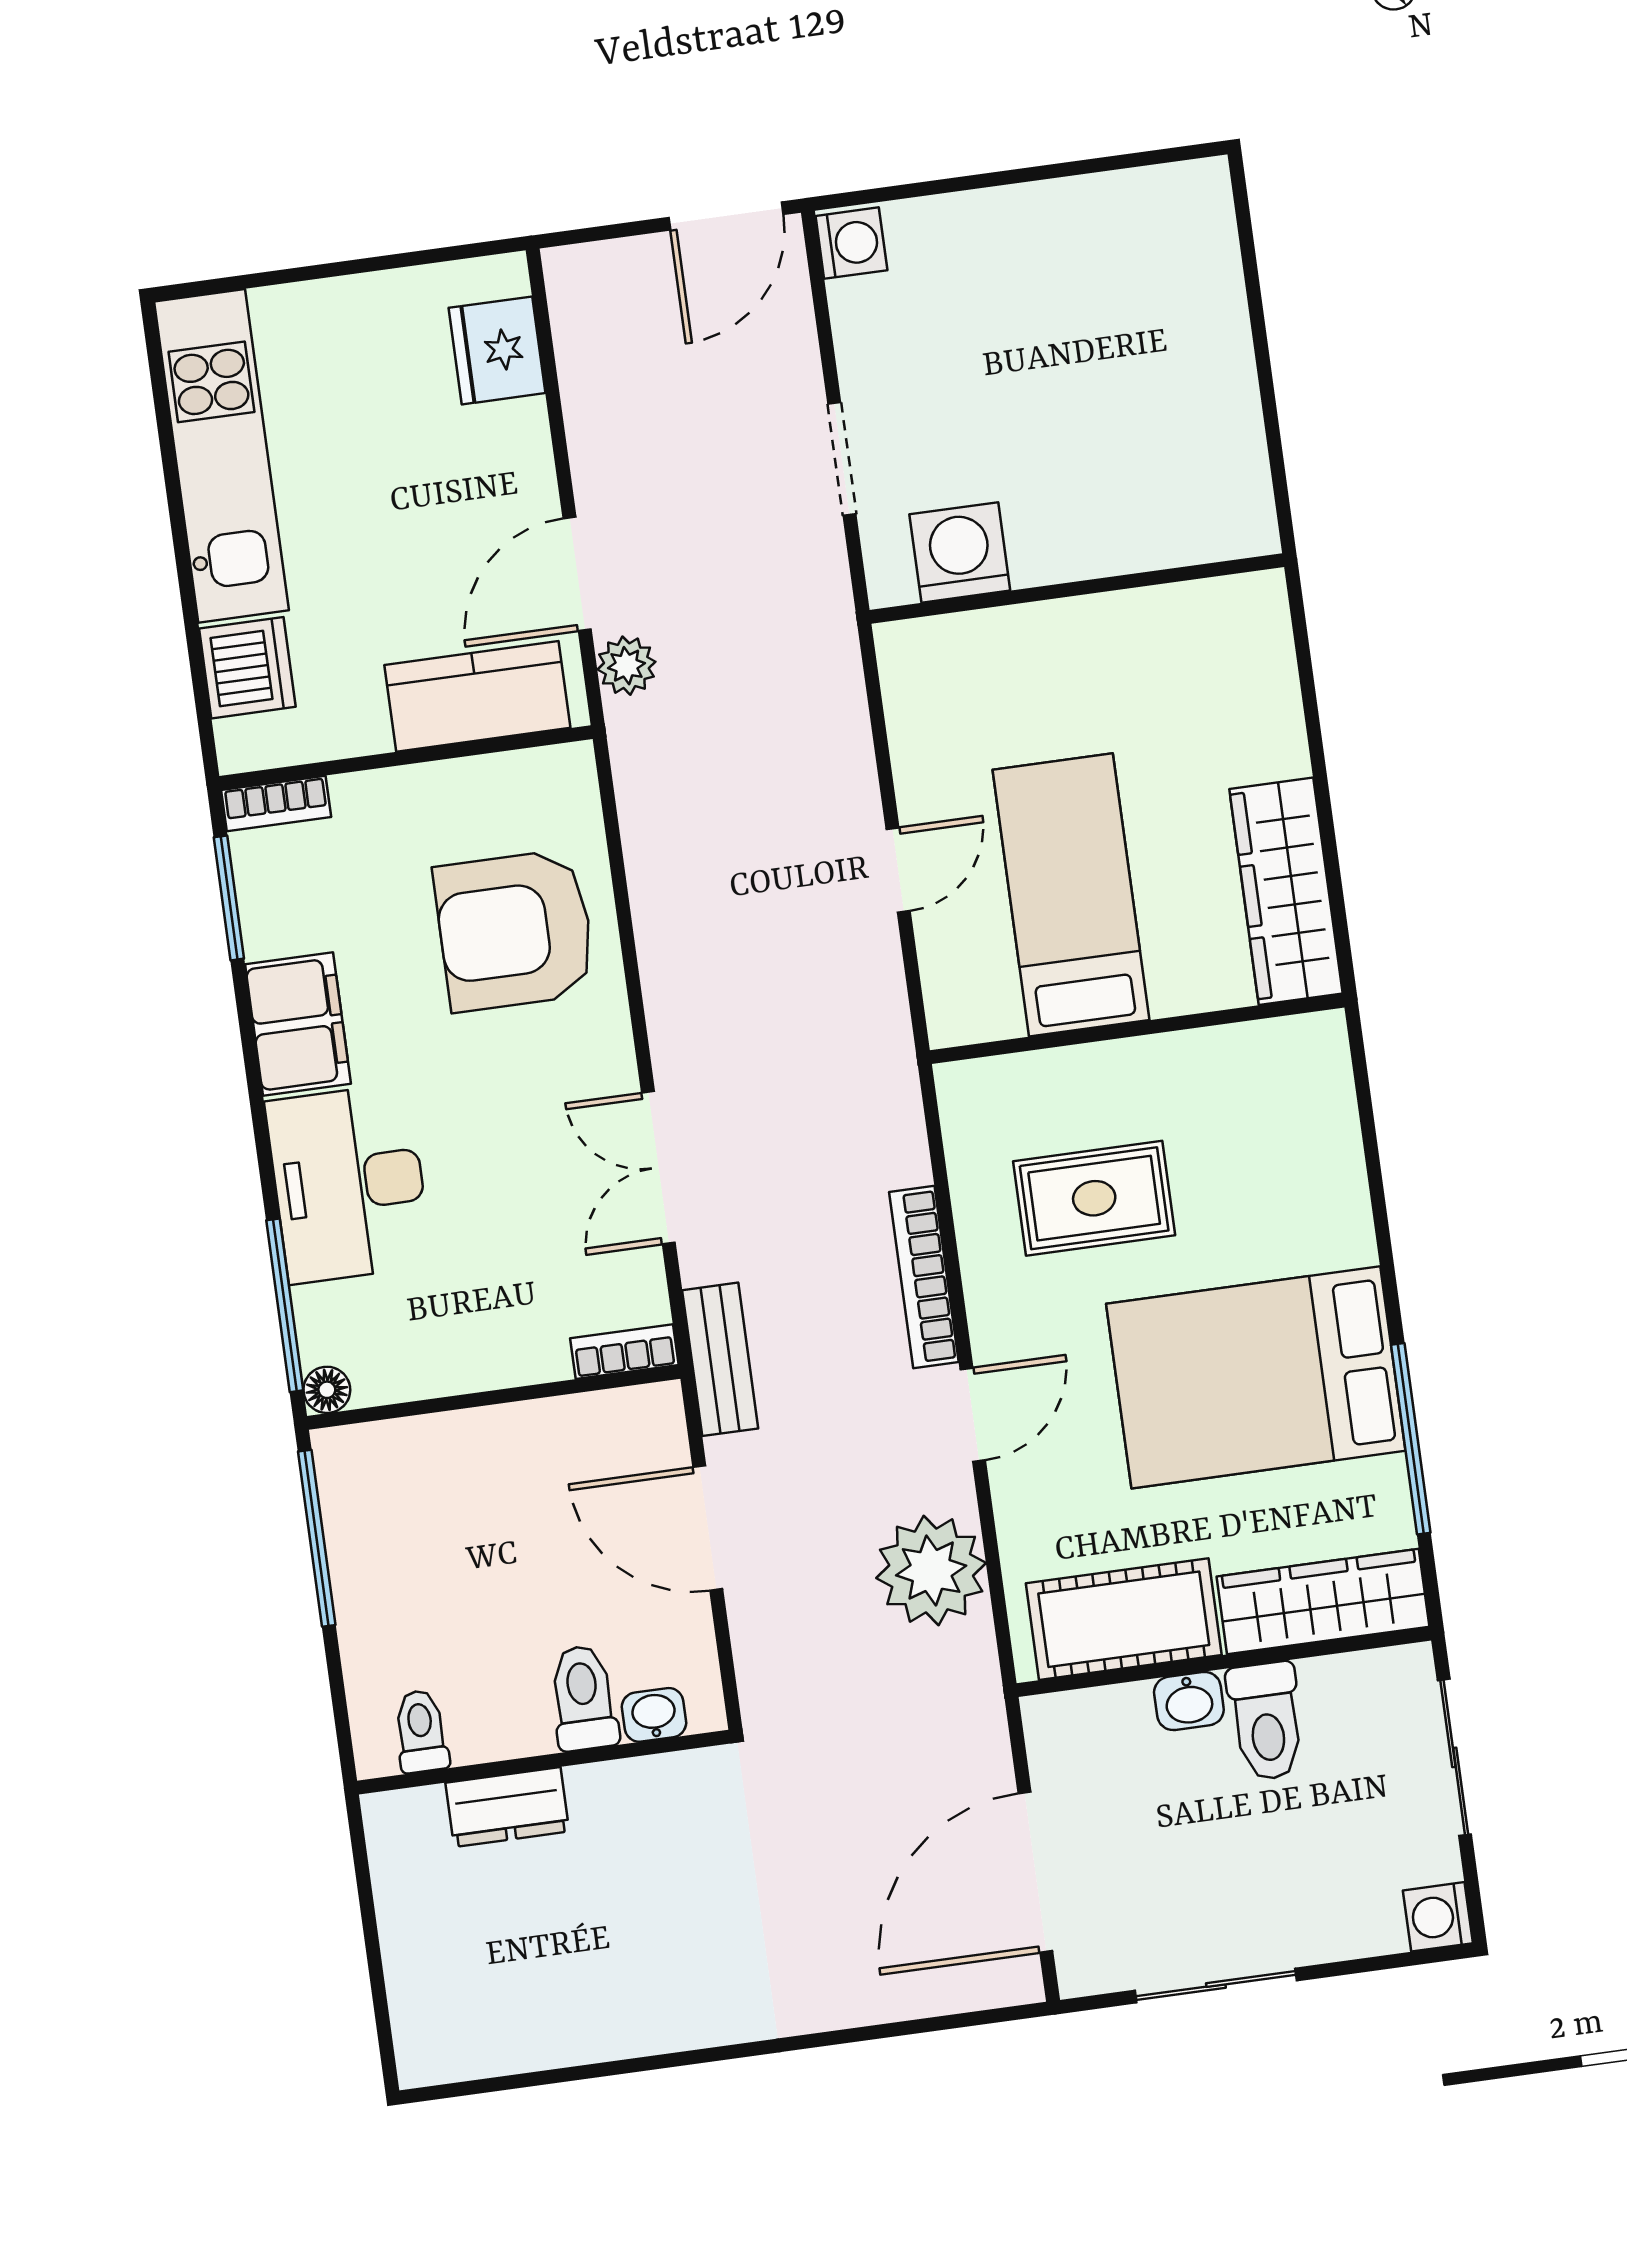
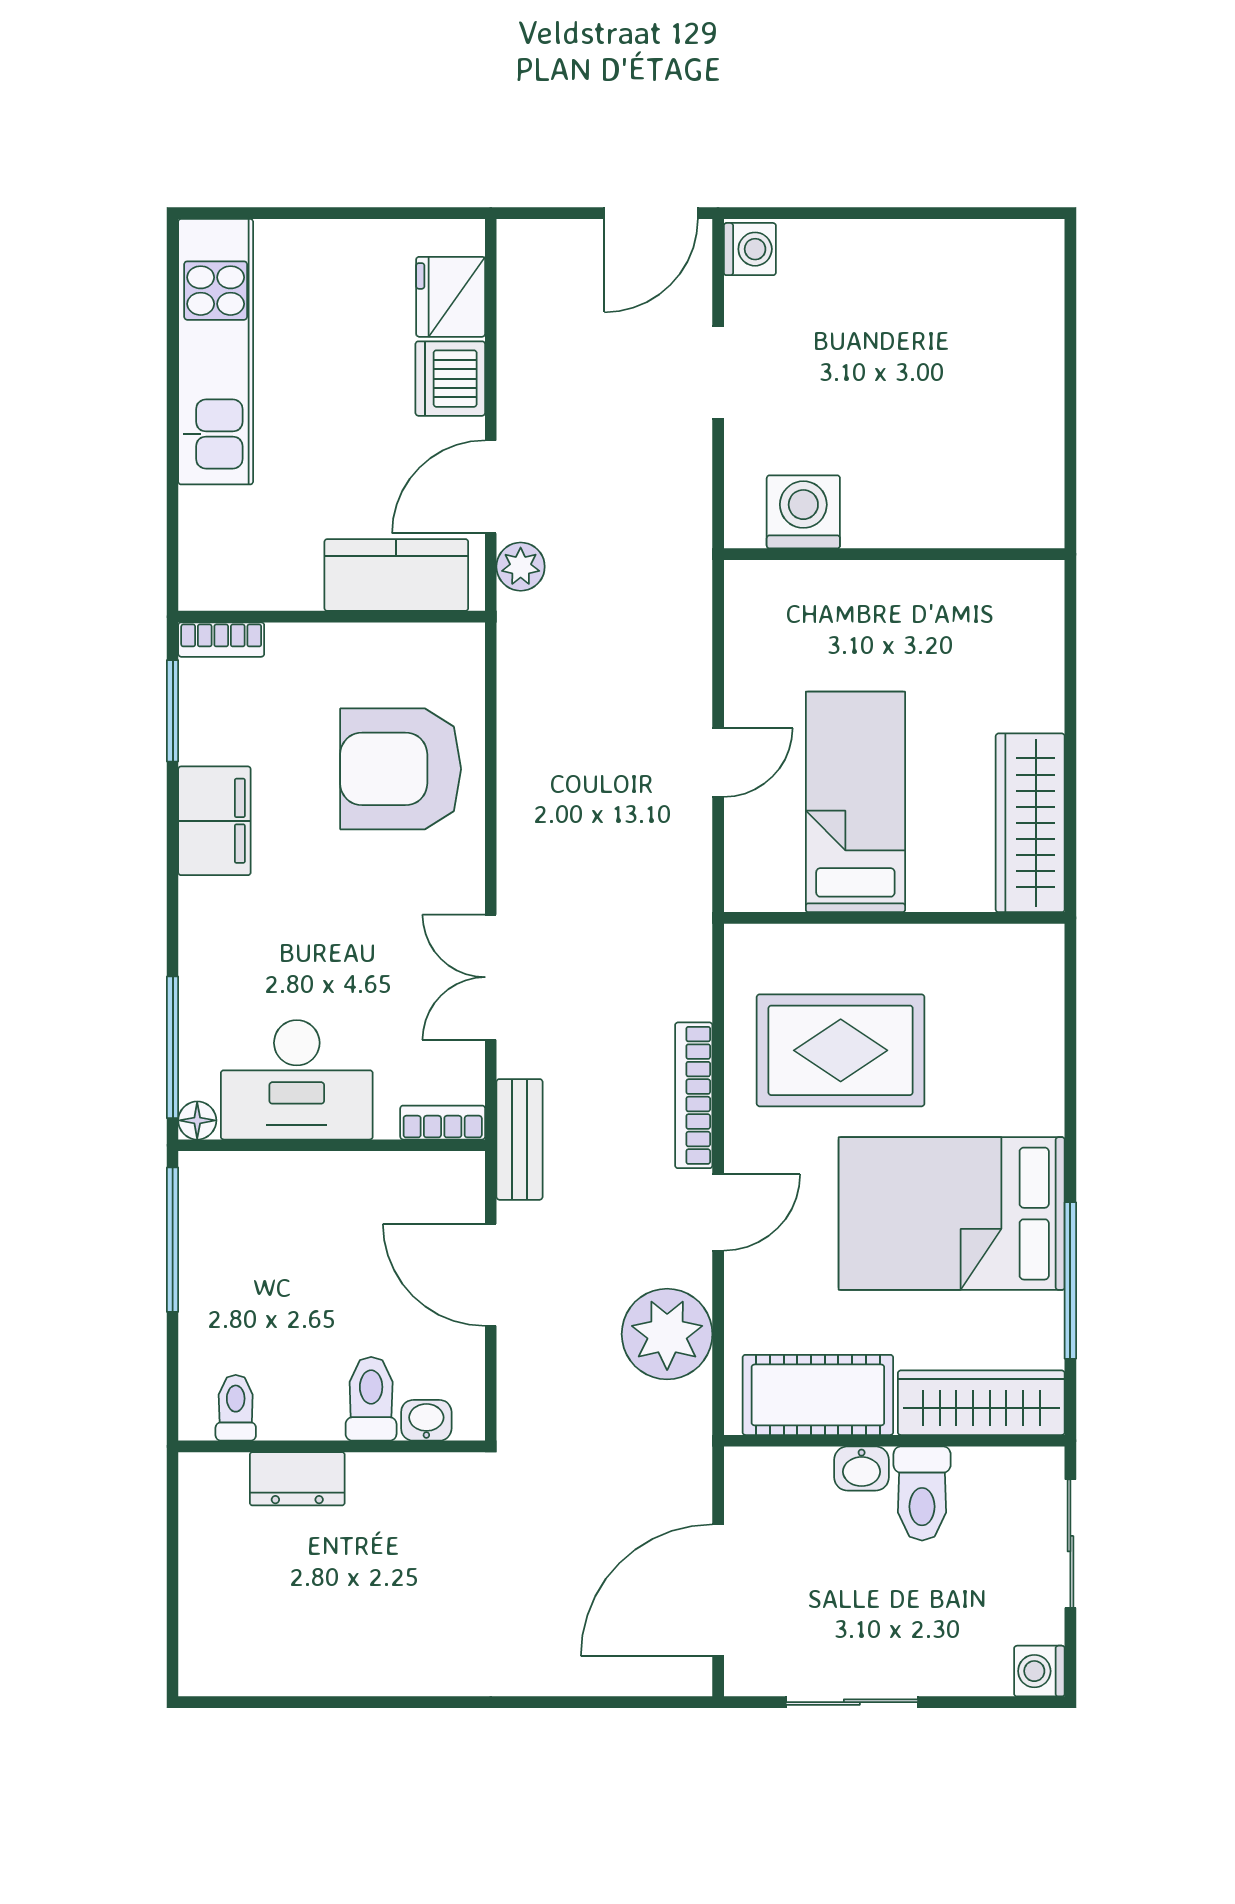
doorway: (842, 459) -> (718, 373), moved
dishwasher: (247, 668) -> (450, 379), moved, turned 180
desk: (349, 1184) -> (297, 1080), moved, turned -90
rug: (1094, 1198) -> (841, 1050), width x1.36, depth x1.43

